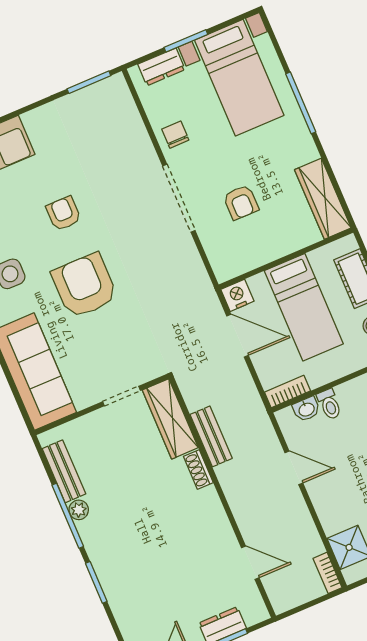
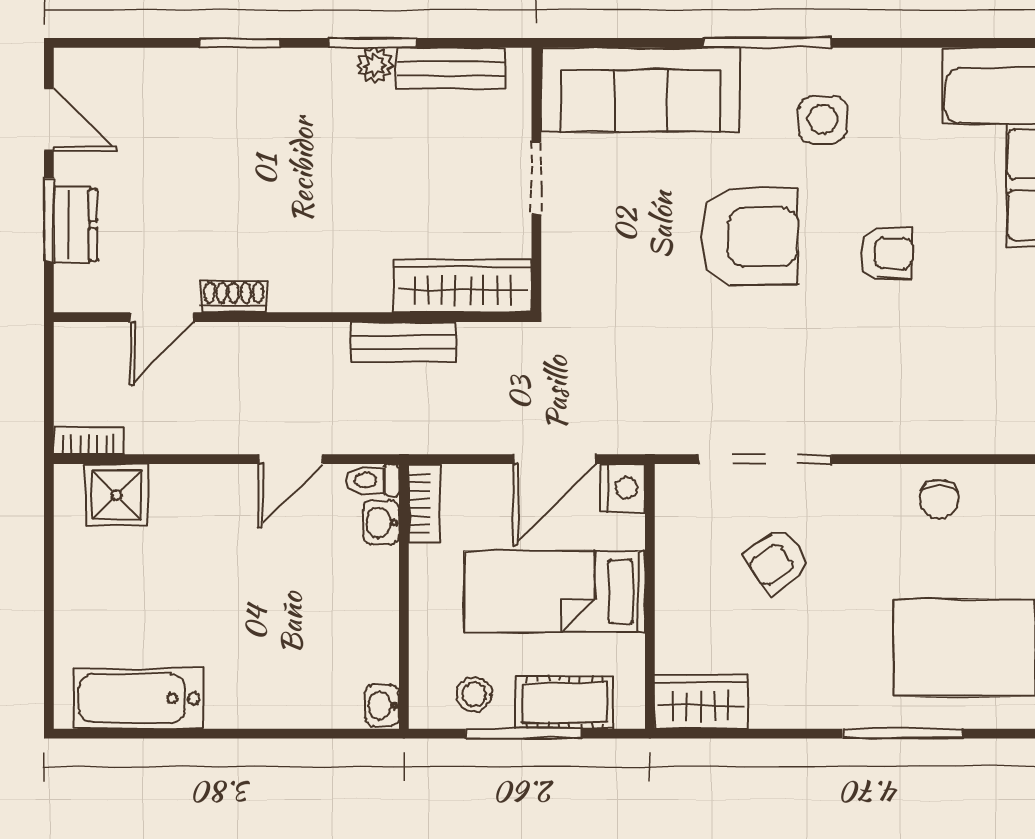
chair: (175, 135) -> (939, 499), turned 90
doorway: (179, 198) -> (765, 459), moved
wardrobe: (323, 199) -> (701, 702), width x0.67
armchair: (241, 202) -> (777, 561), turned -34
doorway: (122, 396) -> (536, 178), moved
toilet: (329, 404) -> (373, 480), moved
shoe rack: (198, 469) -> (234, 297), moved
window: (68, 516) -> (373, 43), width x0.69

